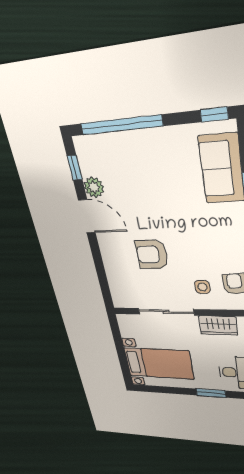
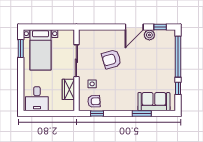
window: (214, 114) -> (178, 88), moved
armchair: (152, 255) -> (111, 59), turned -106
window: (211, 393) -> (21, 49), moved

